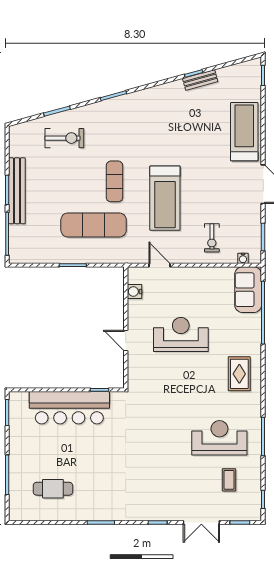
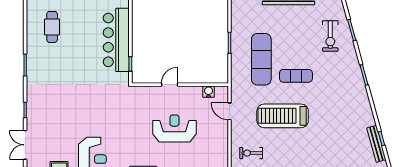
bench: (200, 80) -> (376, 144), width x1.36
door: (159, 265) -> (229, 111), swing flipped
reception desk: (181, 334) -> (174, 128), turned -90

